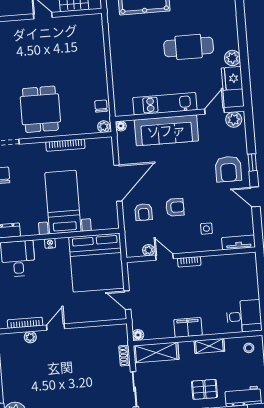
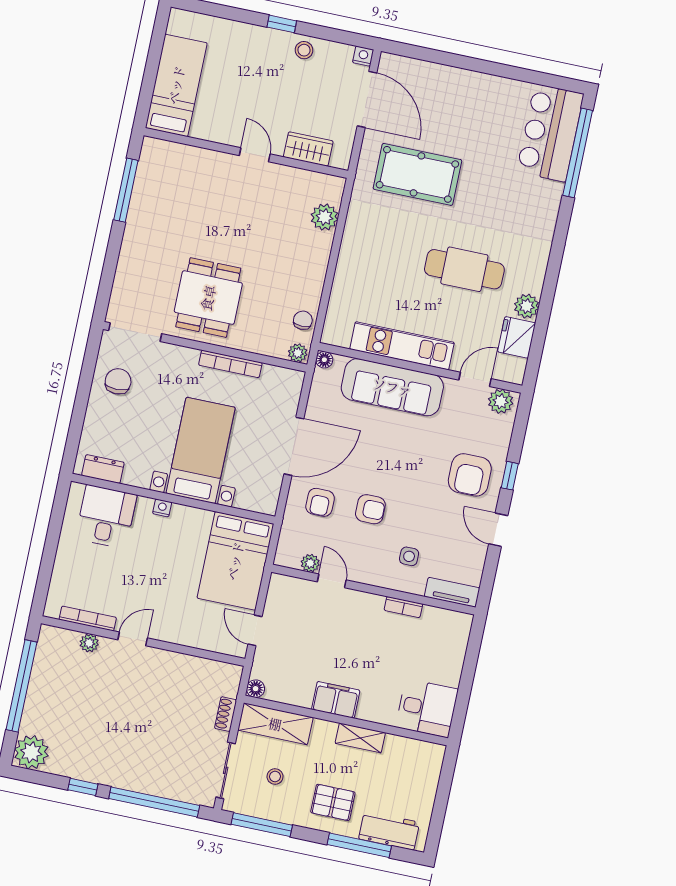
plant: (96, 40) -> (325, 217), added
bookcase: (189, 262) -> (403, 607), moved
bed: (97, 263) -> (235, 561), width x0.73
stool: (249, 348) -> (275, 777), moved

